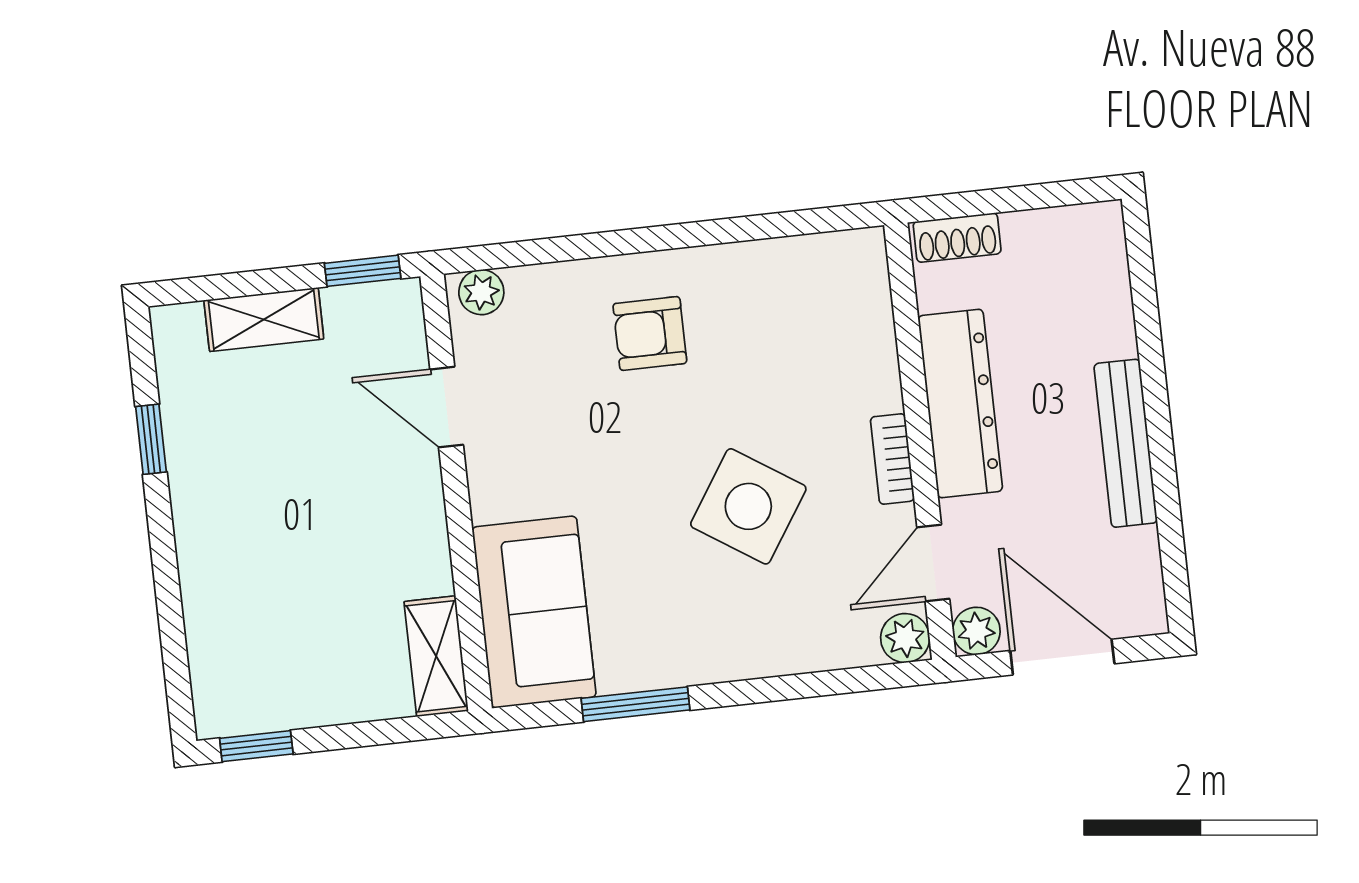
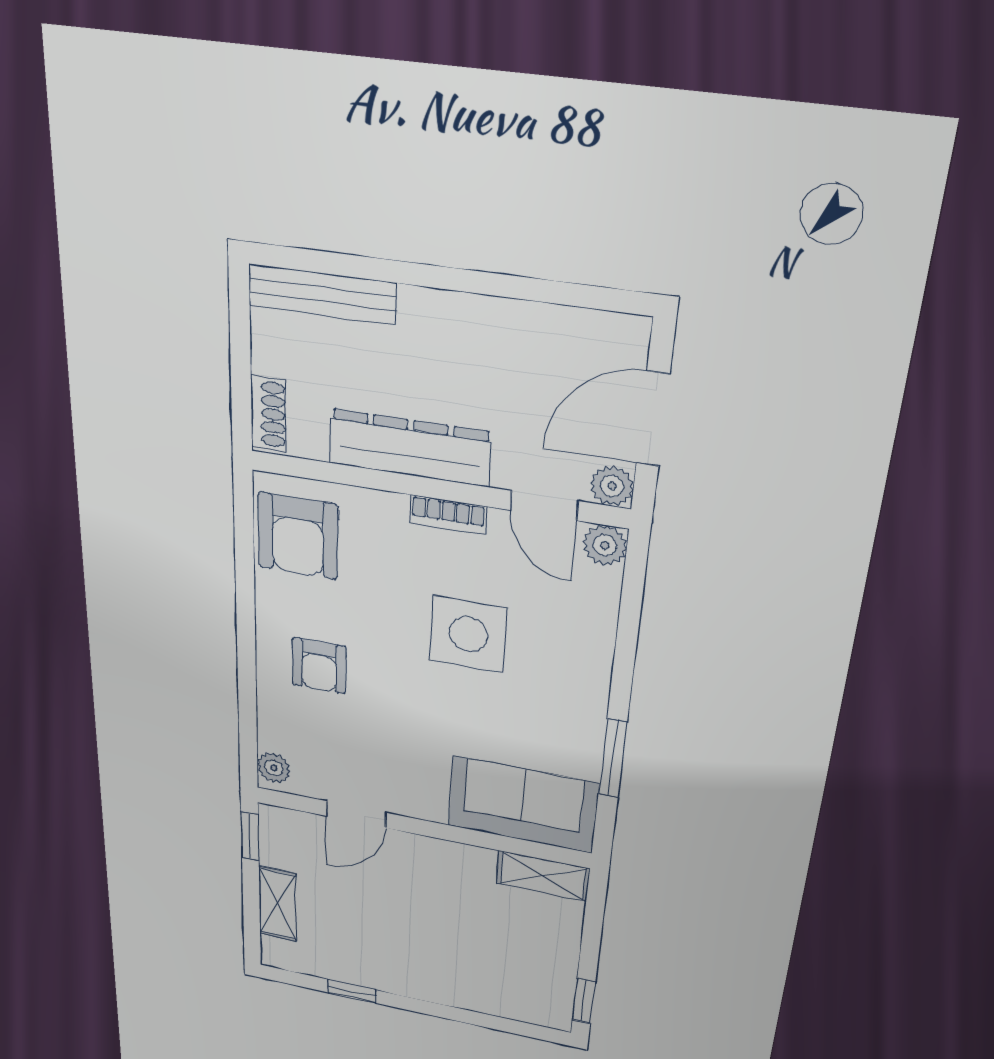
armchair: (816, 288) -> (298, 536), added
bench: (1126, 443) -> (322, 294), moved
side table: (748, 506) -> (468, 634), turned -33

